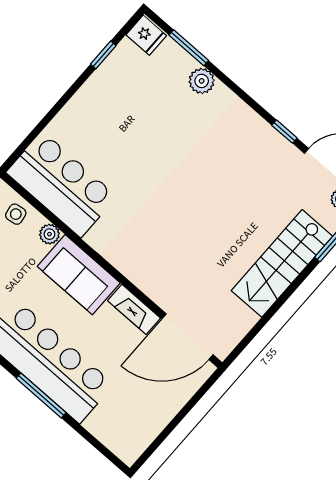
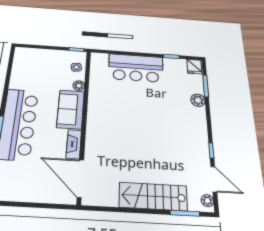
bar counter: (61, 184) -> (136, 68), moved, turned 90

